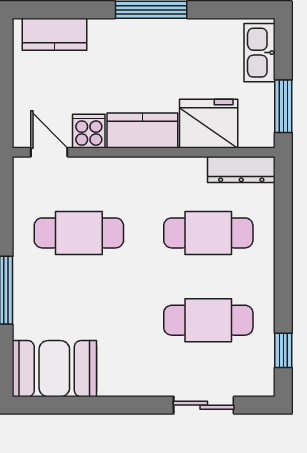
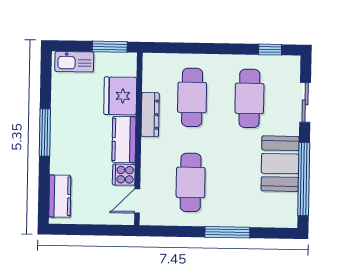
dresser: (241, 169) -> (150, 115), moved
booth: (54, 369) -> (280, 164), moved
window: (87, 405) -> (304, 179), added

